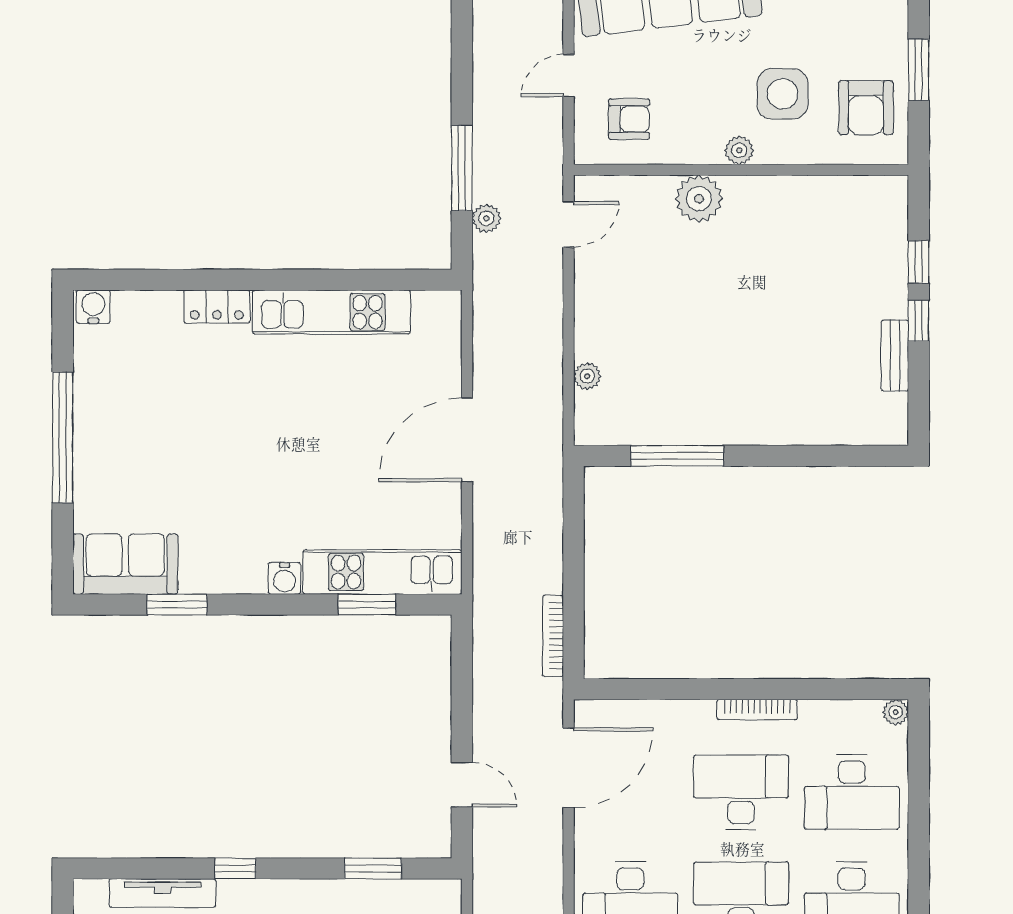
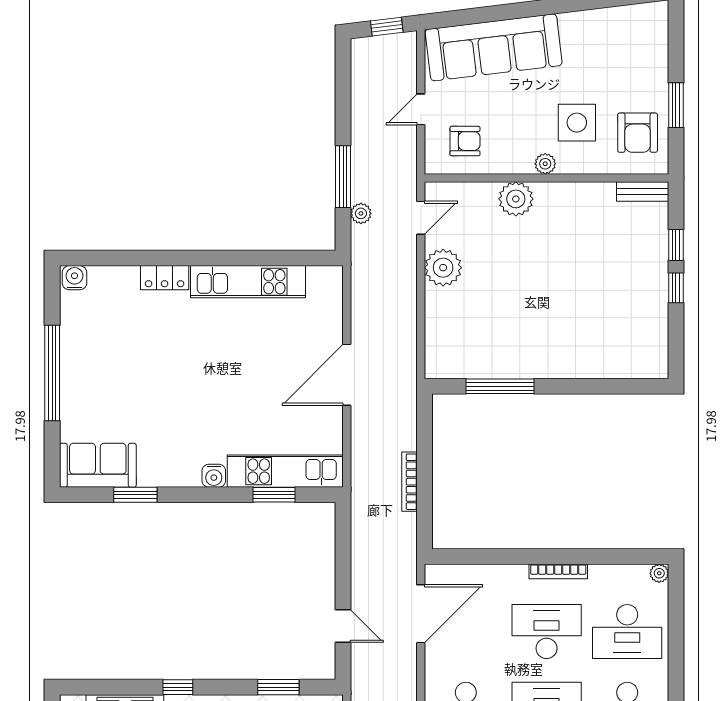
bench: (895, 355) -> (643, 192), moved, turned 90
plant: (587, 376) -> (443, 268), moved, width x1.88, depth x1.88
bookcase: (553, 636) -> (409, 482), moved

